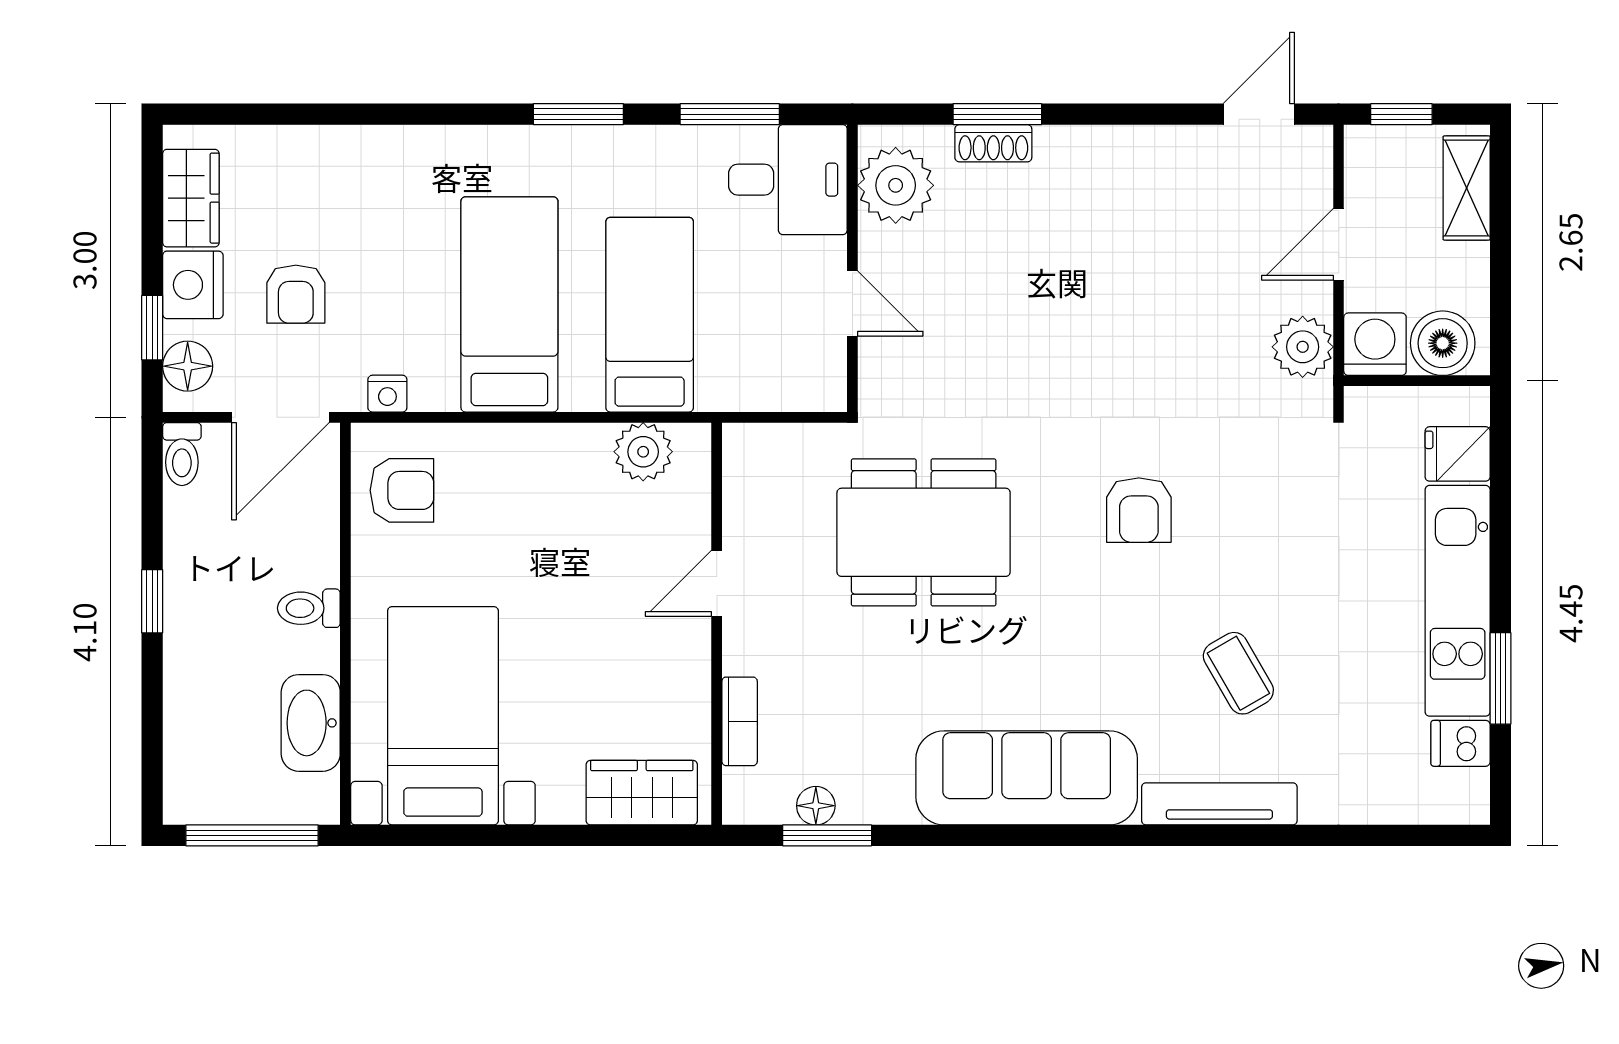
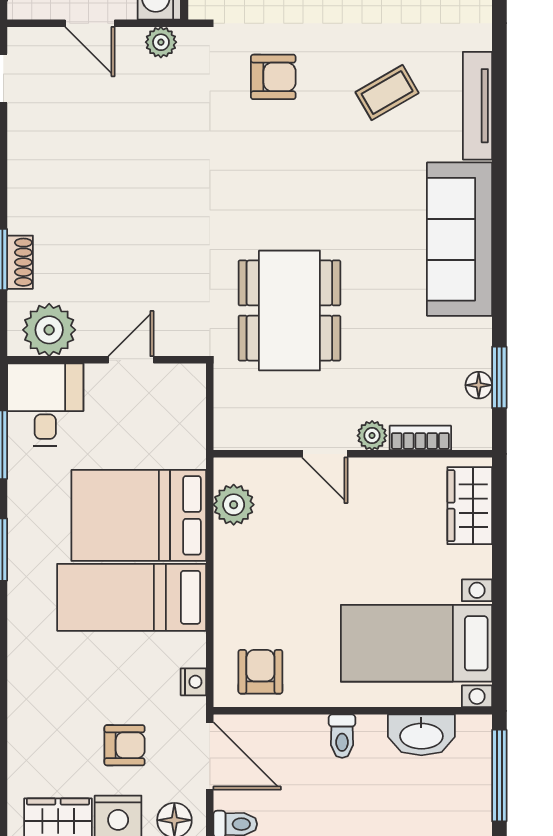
bed: (650, 315) -> (139, 515), width x1.50
plant: (1303, 347) -> (161, 42), width x0.73, depth x0.73
armchair: (1139, 510) -> (273, 77), moved
plant: (743, 652) -> (372, 436), added

